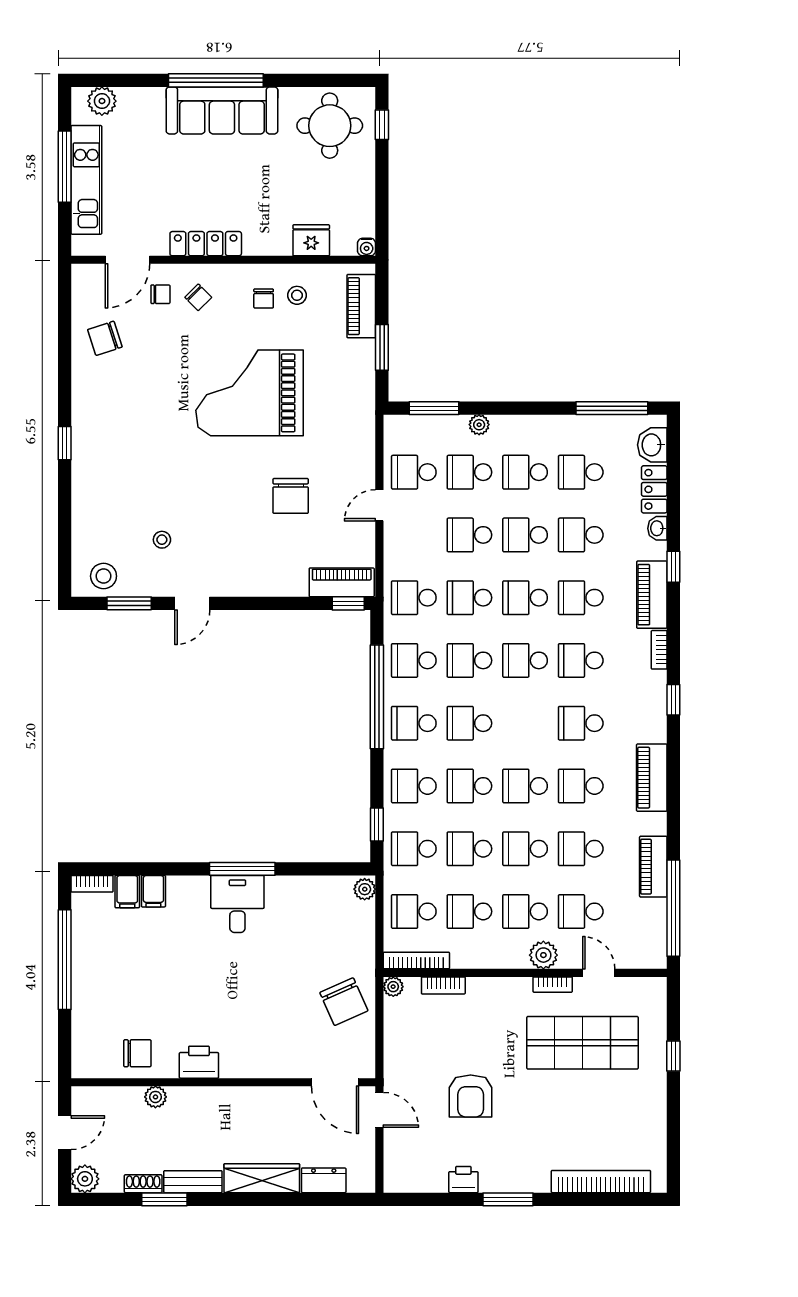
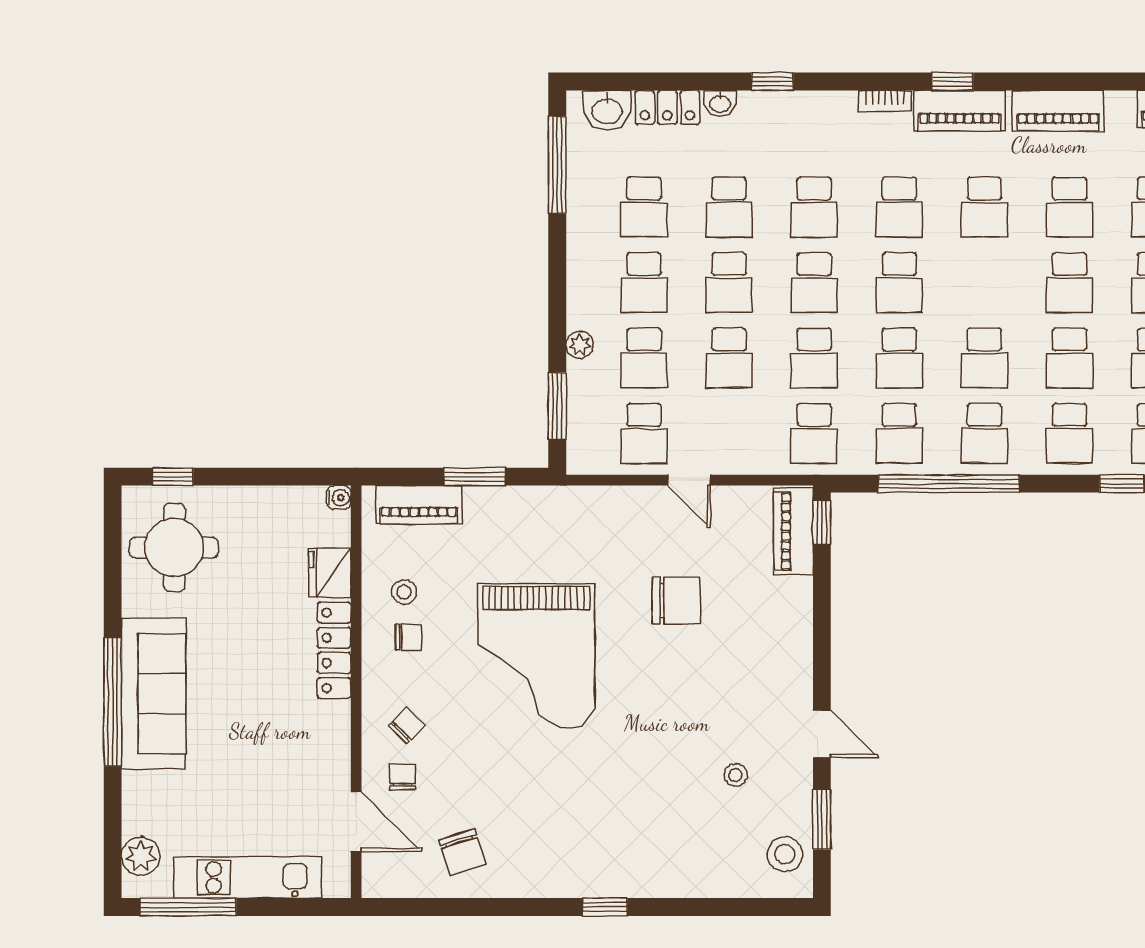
window: (65, 167) -> (188, 907), moved
locker: (206, 244) -> (334, 650), moved
piano: (652, 595) -> (960, 111), moved

